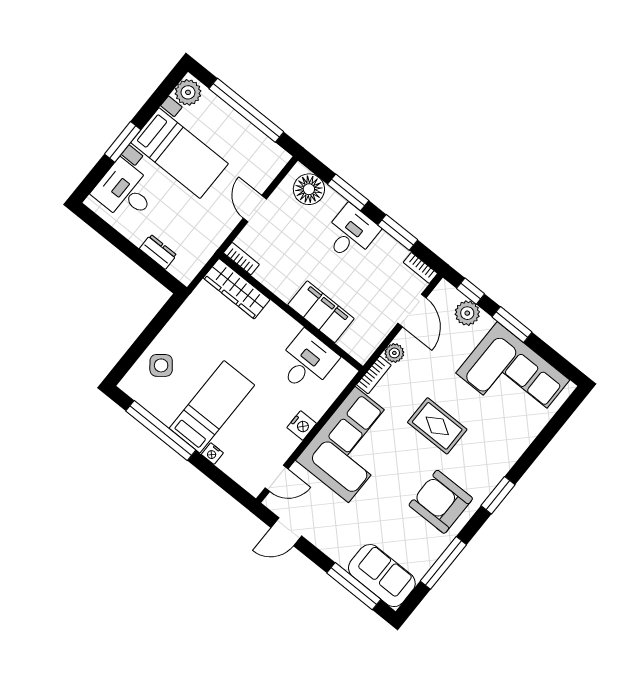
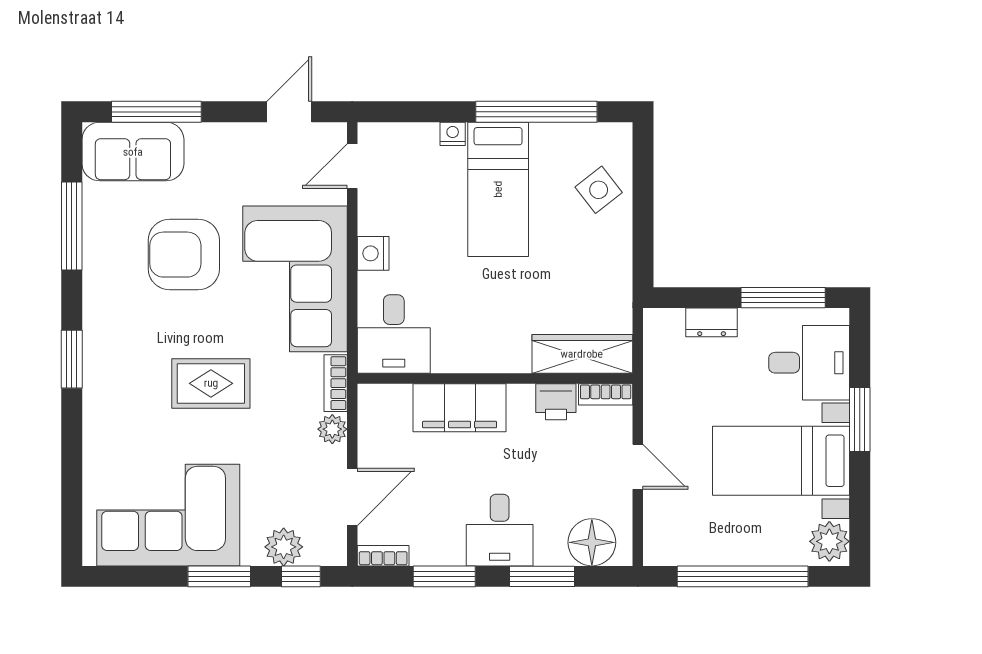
window: (112, 235) -> (783, 298), added
printer: (270, 275) -> (556, 402), added
door: (412, 310) -> (352, 497), swing flipped
desk: (307, 362) -> (394, 334), moved
armchair: (441, 502) -> (184, 255), moved, turned 180

